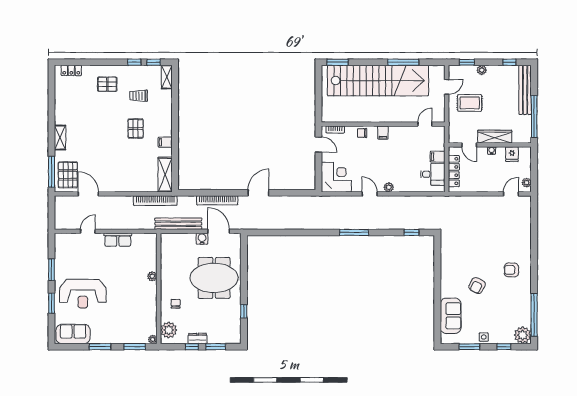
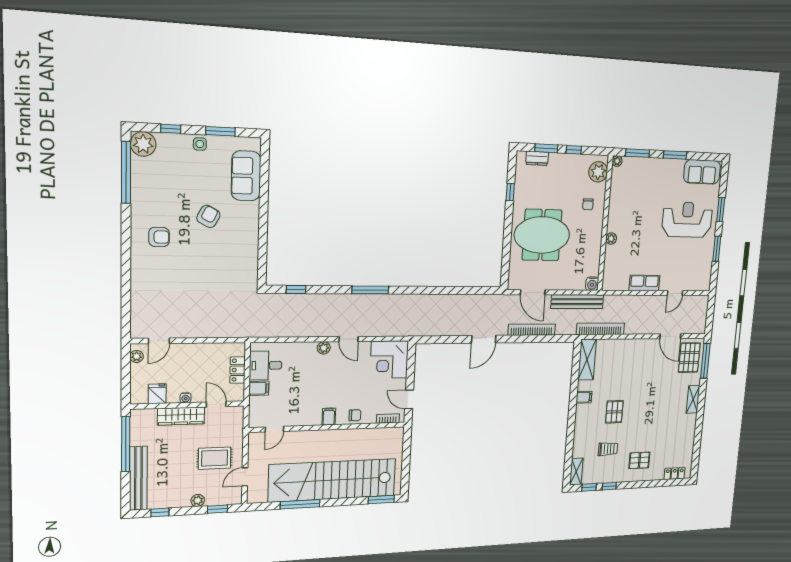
locker: (454, 171) -> (238, 370), width x0.66
water cooler: (202, 239) -> (592, 284), moved
dresser: (198, 338) -> (537, 158), moved

